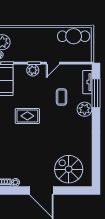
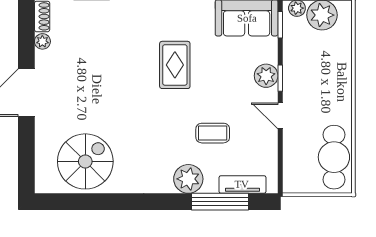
spiral stairs: (69, 169) -> (85, 161), moved

